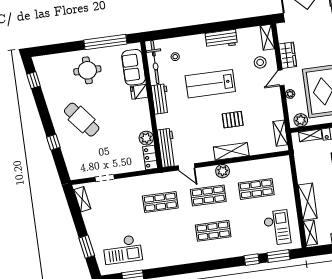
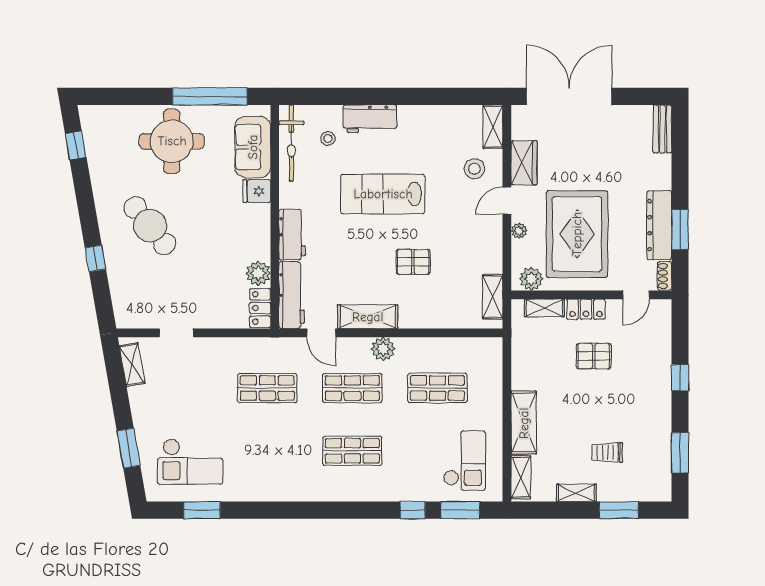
workbench: (221, 39) -> (370, 119), moved
round table: (87, 70) -> (172, 141), width x1.36, depth x1.36
workbench: (160, 99) -> (292, 235), moved
shelving: (231, 151) -> (368, 317), moved

